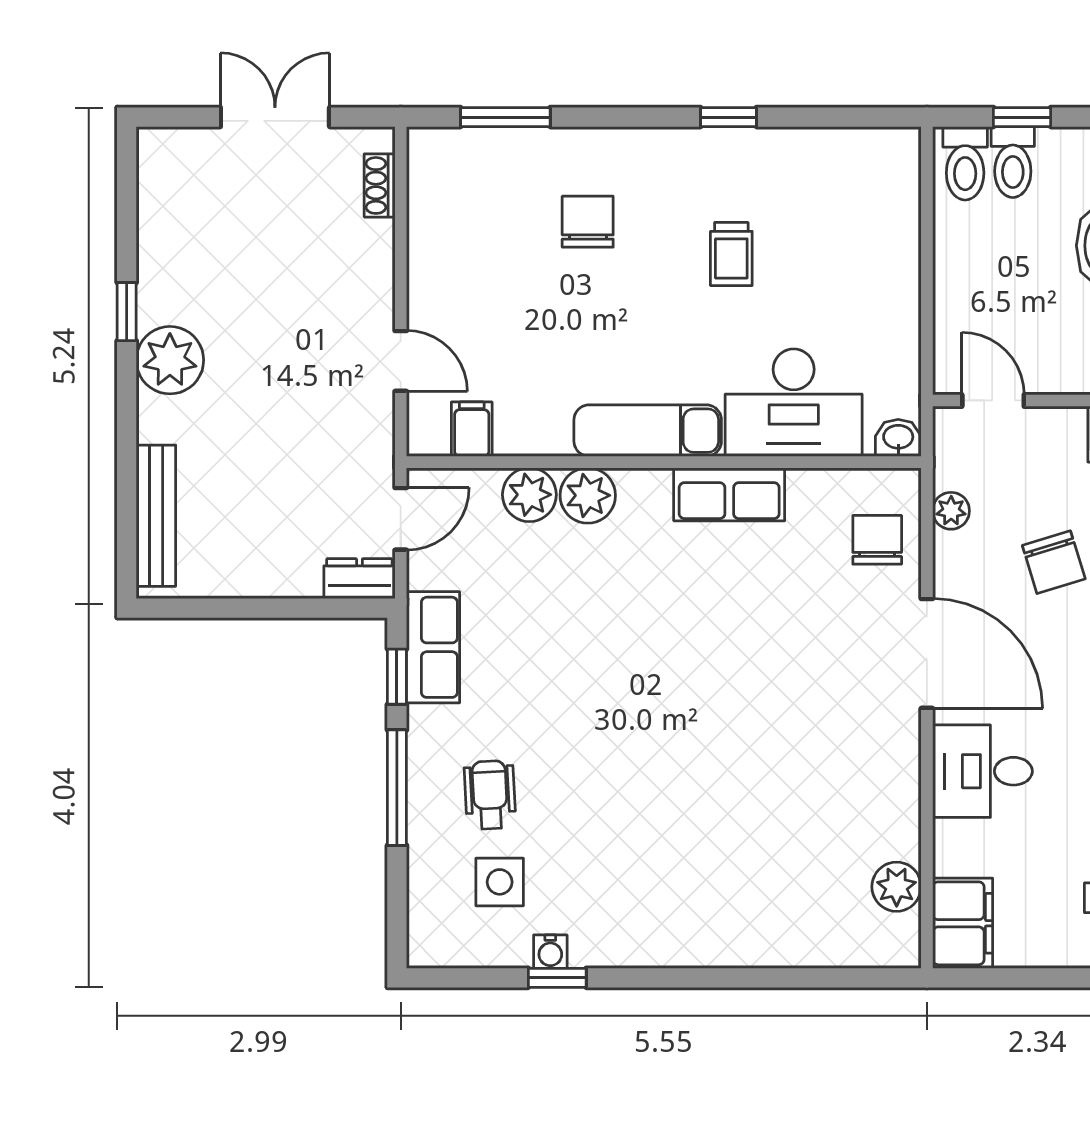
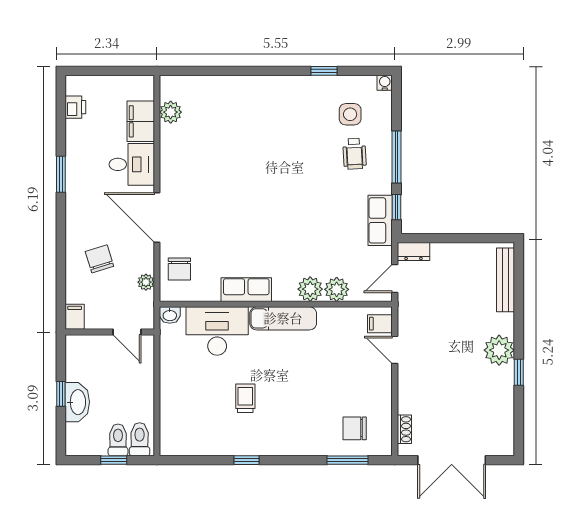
double door: (275, 117) -> (452, 460), width x1.37
chair: (588, 222) -> (355, 428), moved, turned 90
filing cabinet: (472, 429) -> (380, 324), moved, turned 90
filing cabinet: (963, 923) -> (141, 121), moved
water cooler: (550, 952) -> (385, 83), moved

